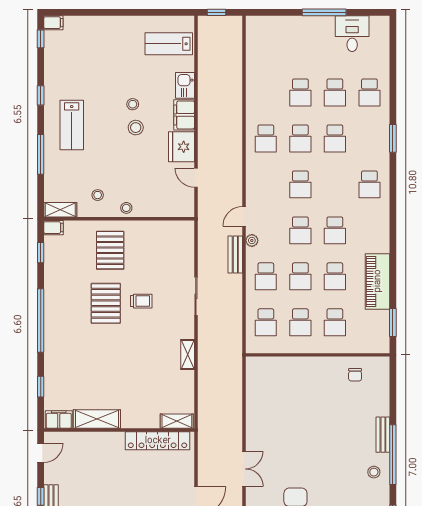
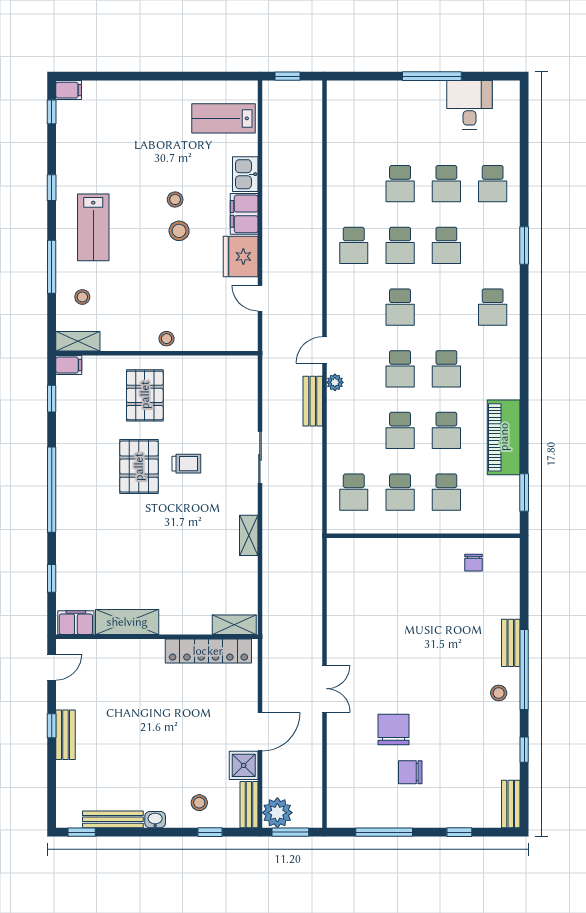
stool: (98, 195) -> (82, 297), moved
school desk: (266, 276) -> (354, 430), removed

